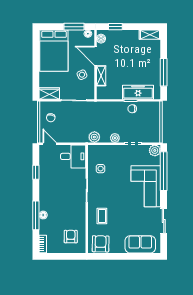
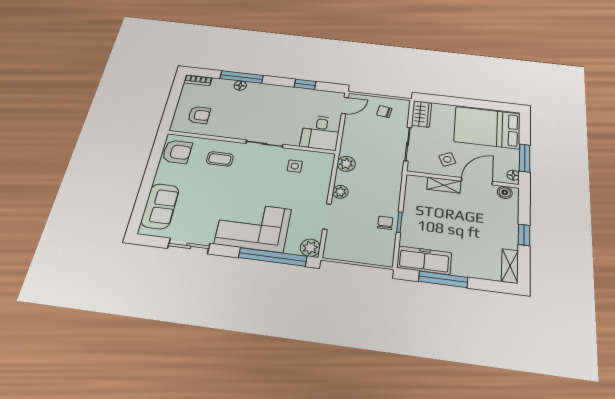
window: (115, 27) -> (524, 235), moved
freezer: (138, 92) -> (424, 260), moved, turned -90

